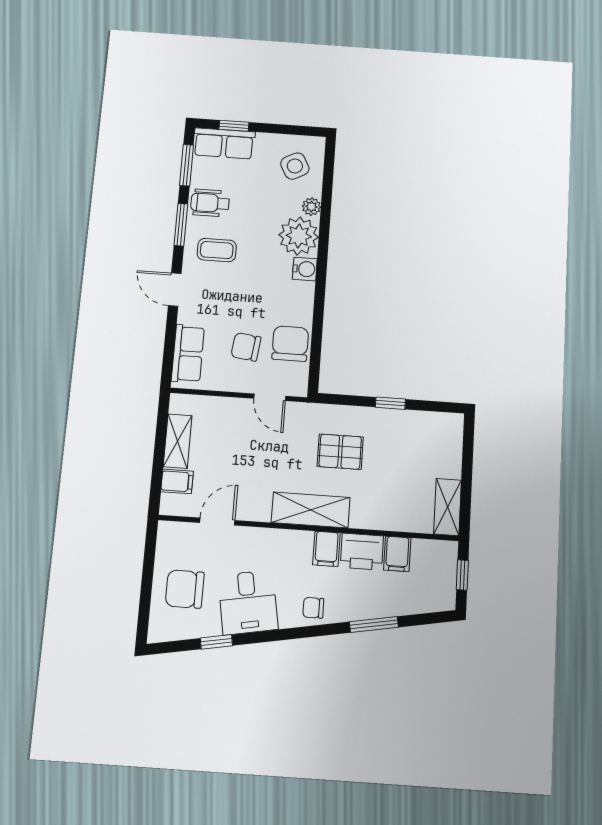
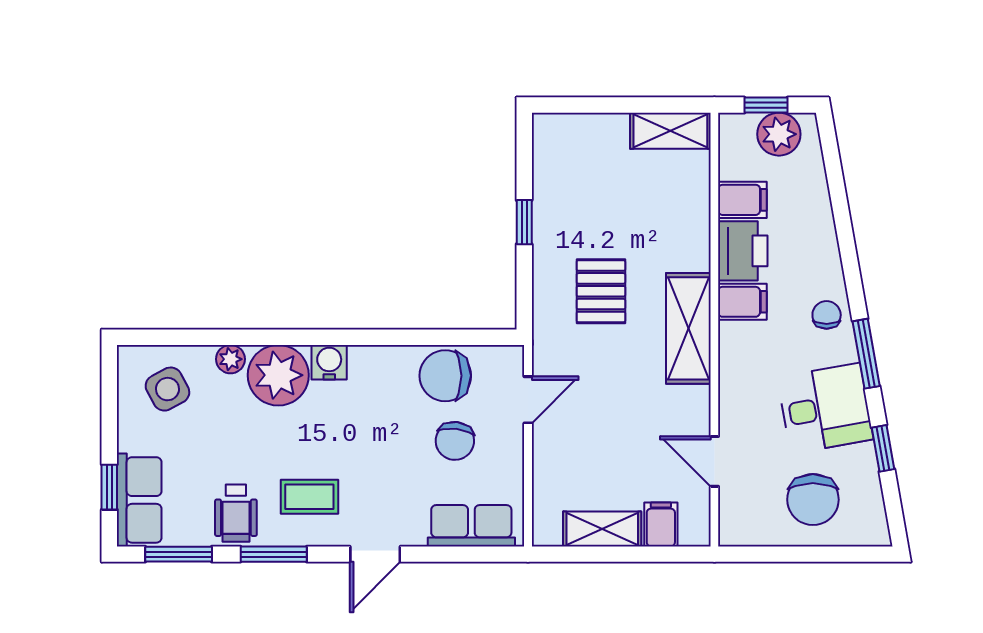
coffee table: (217, 250) -> (309, 497), turned 90
plant: (442, 583) -> (779, 134), added
chair: (313, 608) -> (827, 315), turned 180
window: (374, 624) -> (866, 354), moved

